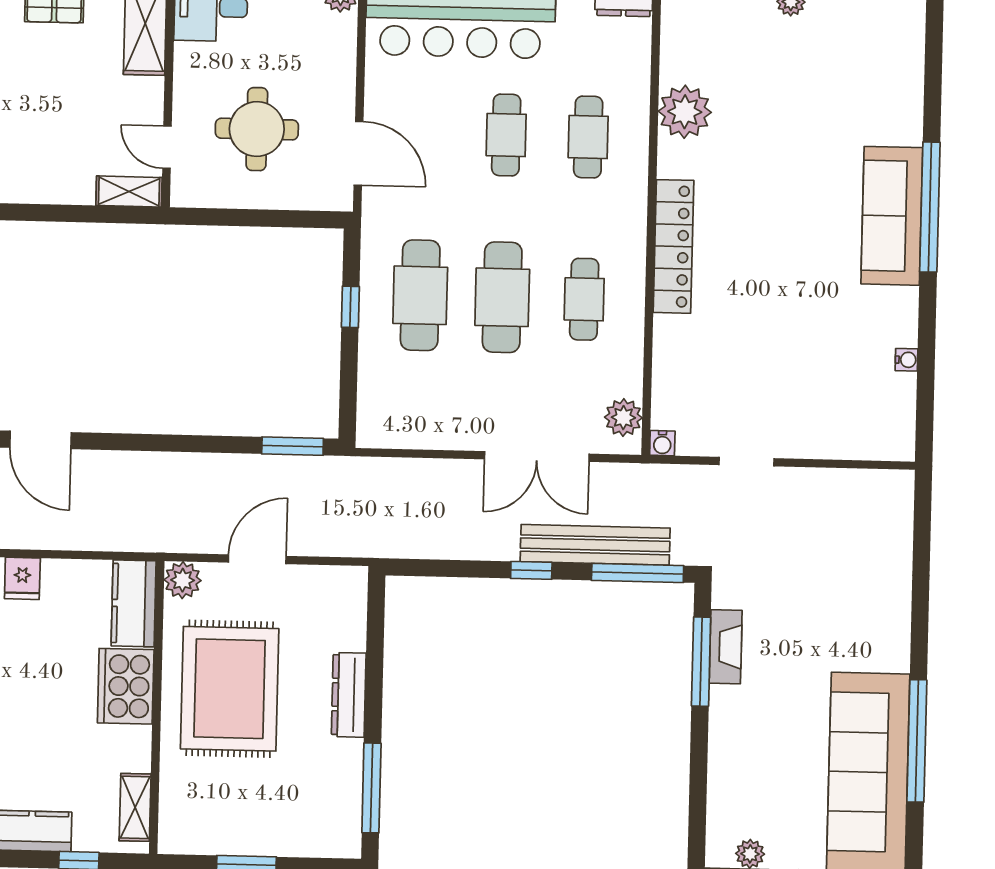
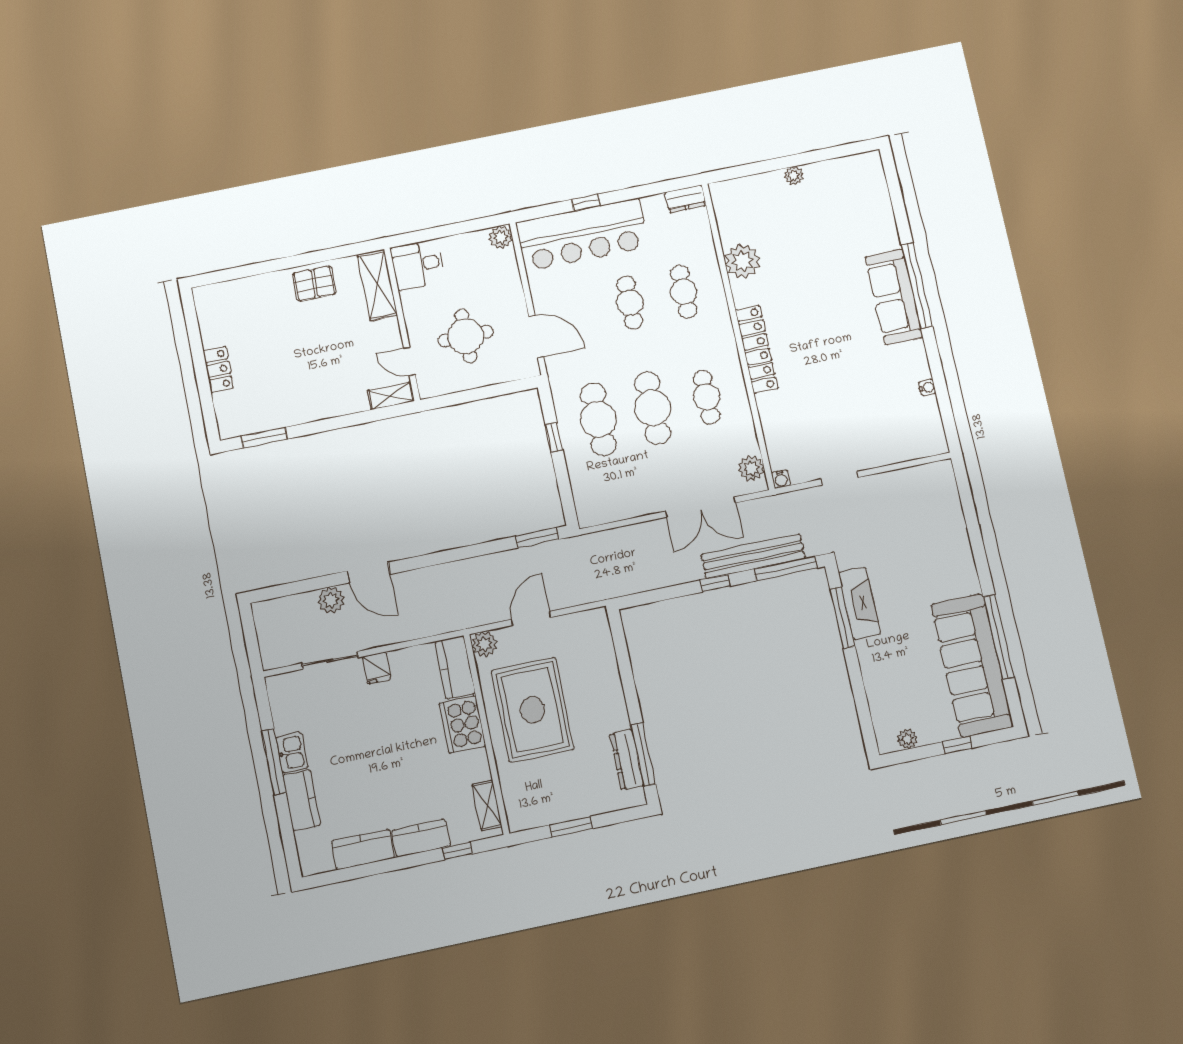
fireplace: (726, 647) -> (860, 603), width x1.37, depth x1.32
dresser: (349, 695) -> (627, 760), moved

